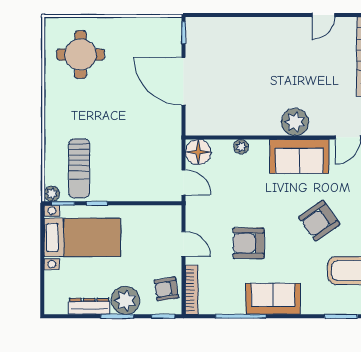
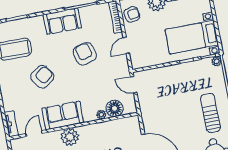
floor lamp: (198, 152) -> (115, 108), moved
sun lounger: (79, 168) -> (210, 113), moved
armchair: (249, 243) -> (85, 54), turned -105
door: (184, 244) -> (126, 45), hinge flipped

